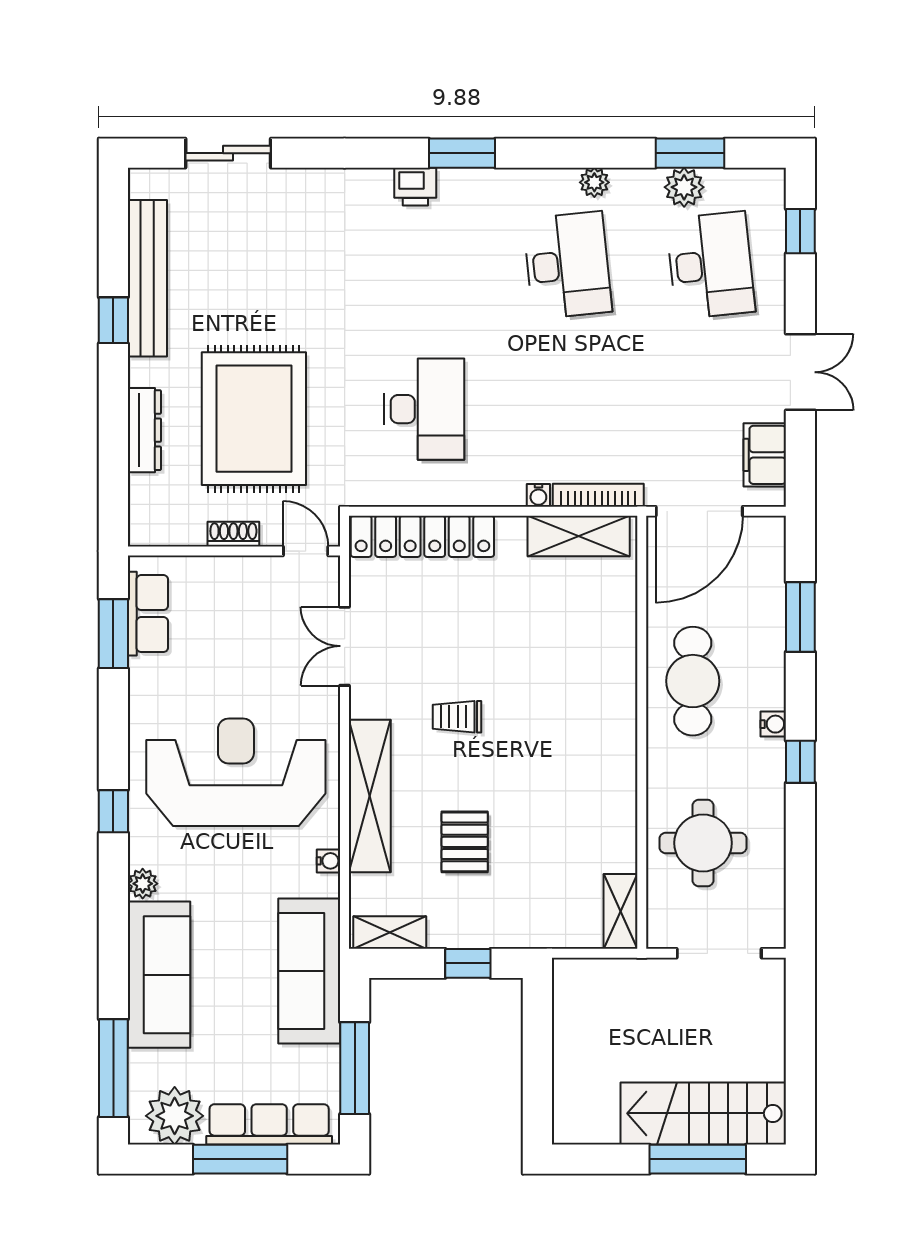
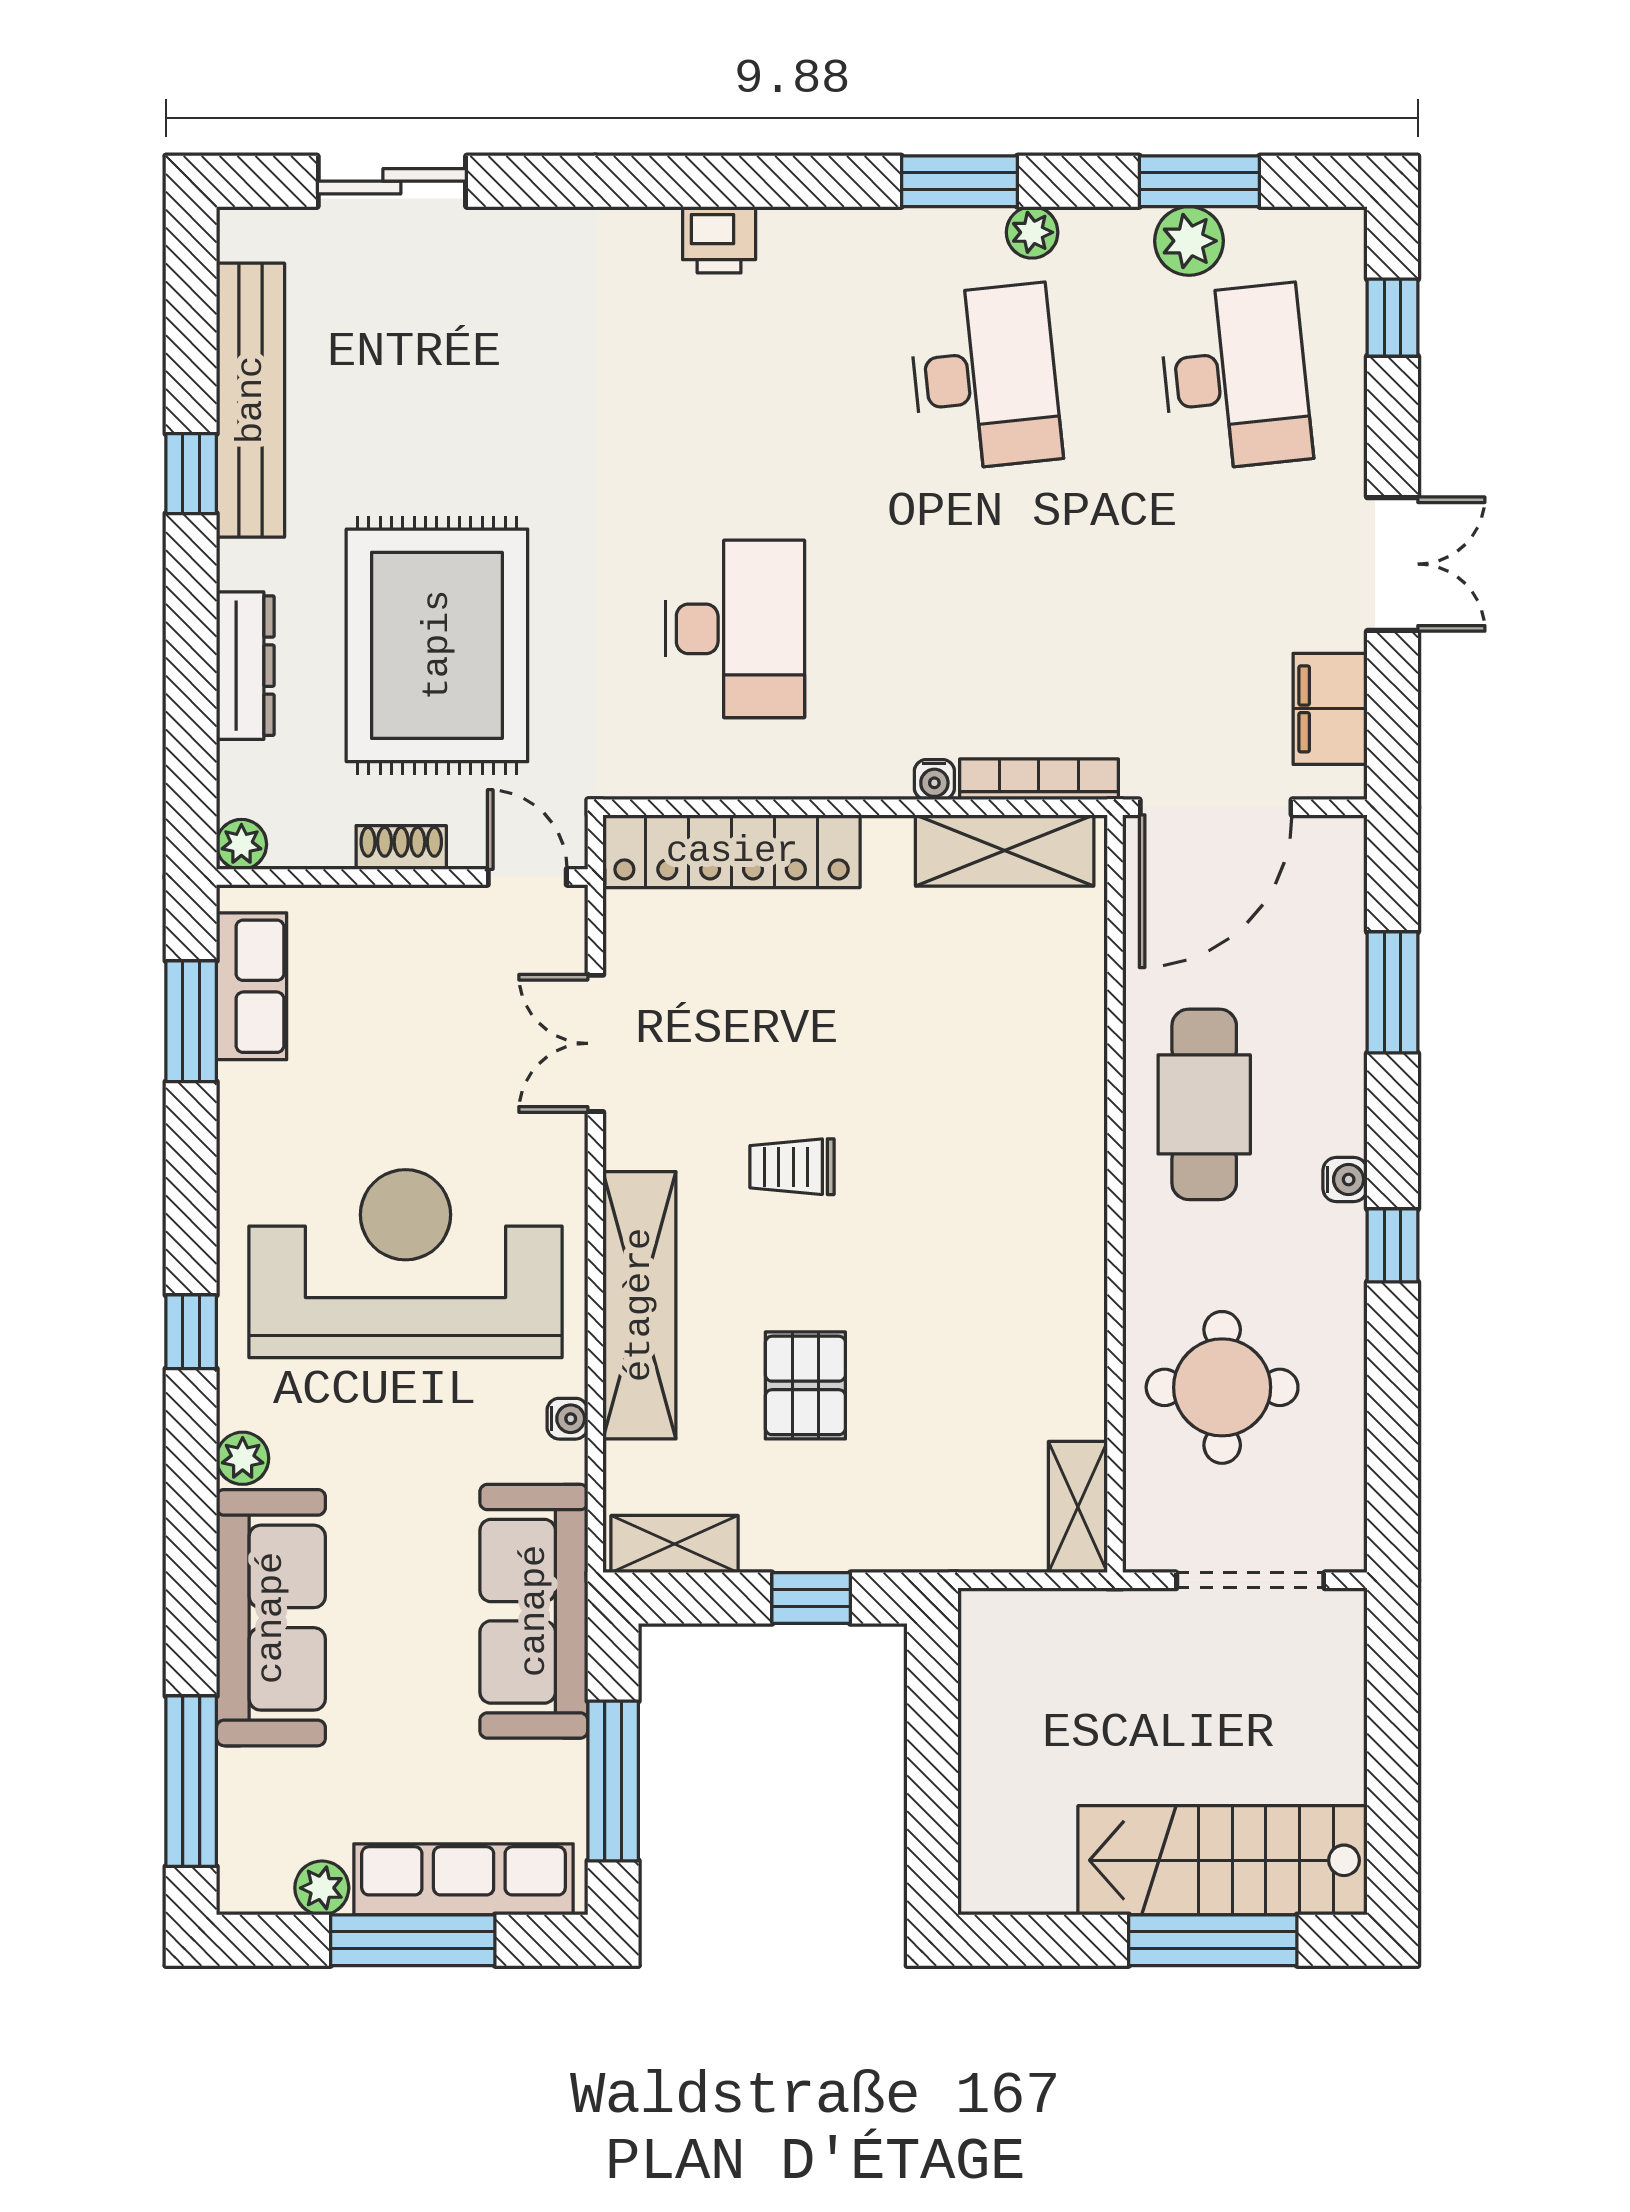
window: (462, 153) -> (959, 181), moved
plant: (142, 532) -> (241, 844), added
plant: (175, 1116) -> (322, 1888), width x0.53, depth x0.53

